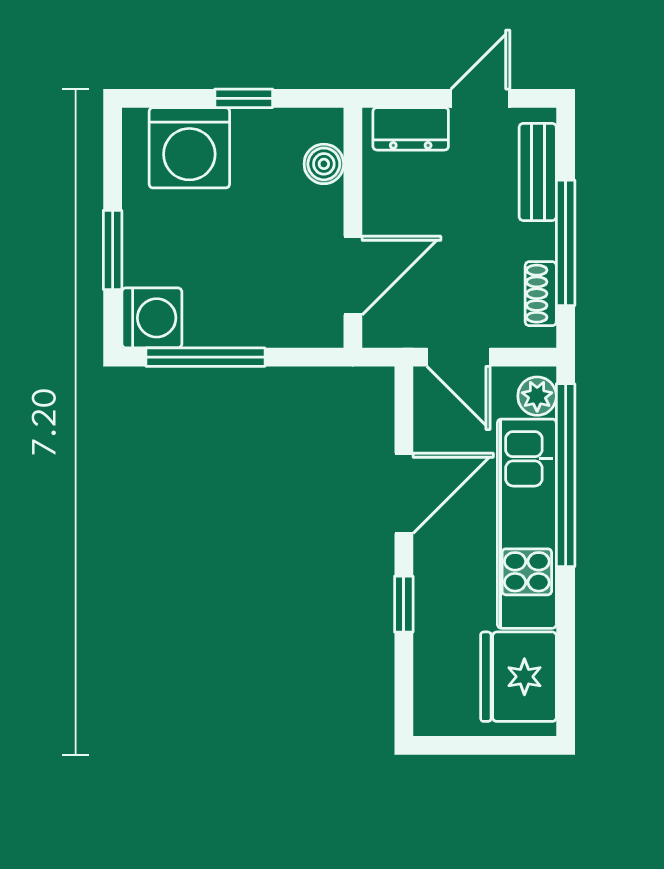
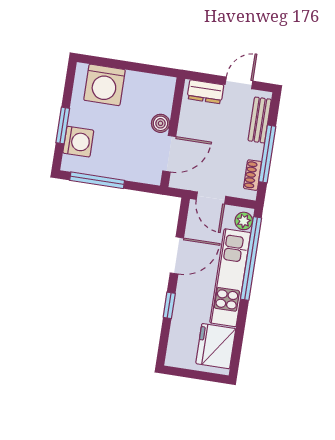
window: (244, 98) -> (132, 66), removed
boiler: (324, 164) -> (160, 123), moved
washing machine: (152, 318) -> (78, 142), moved

